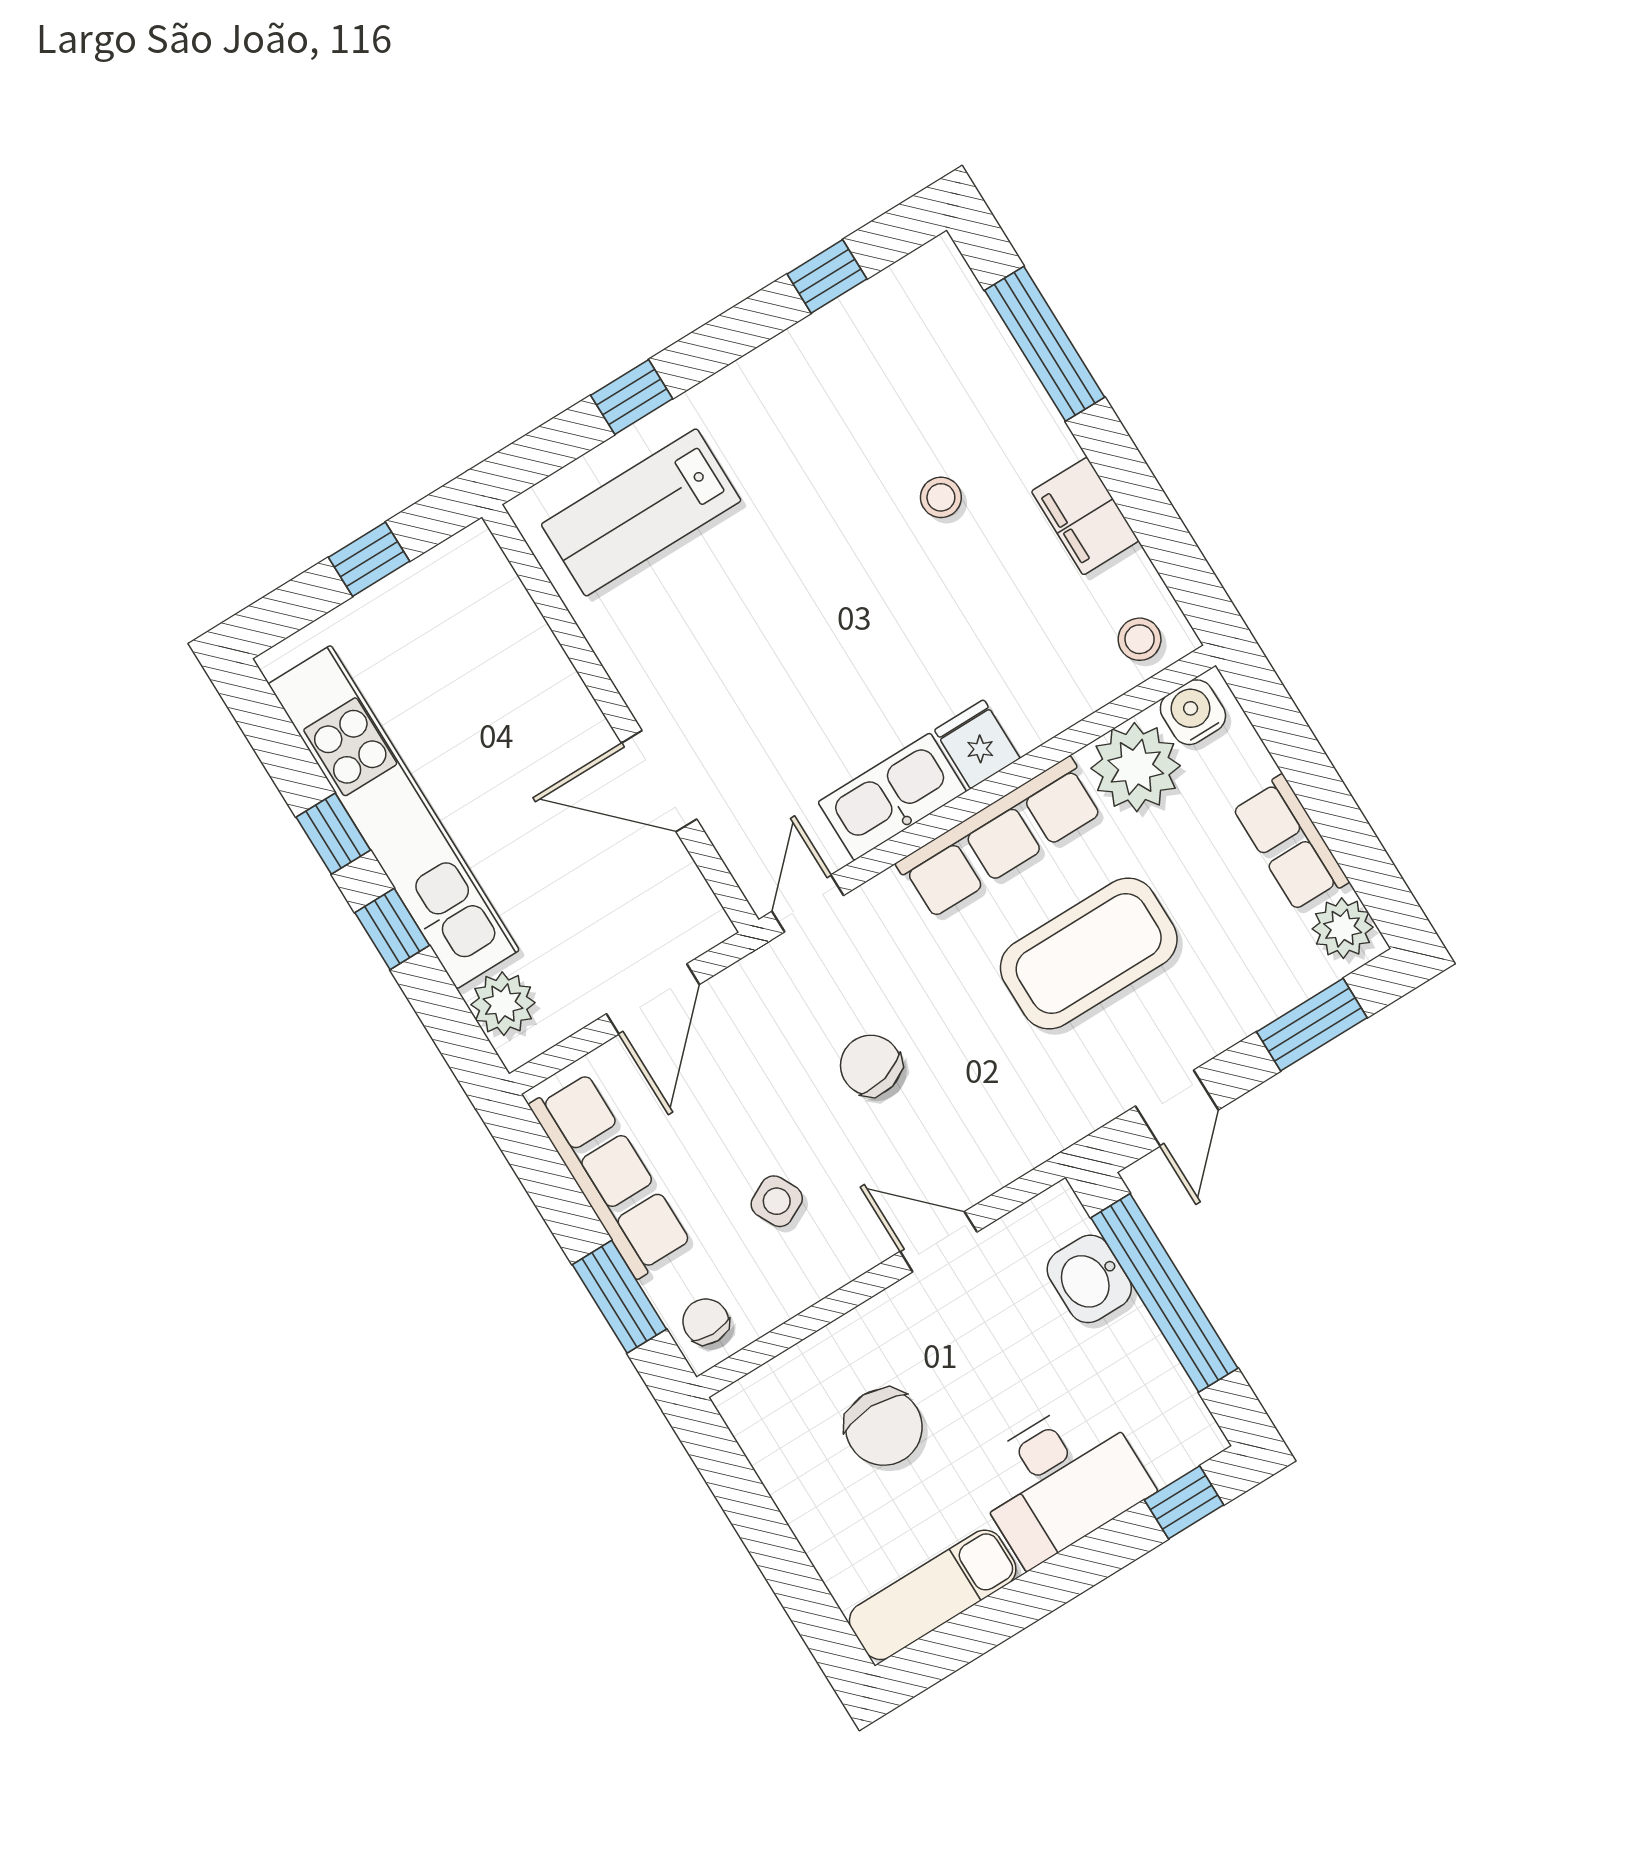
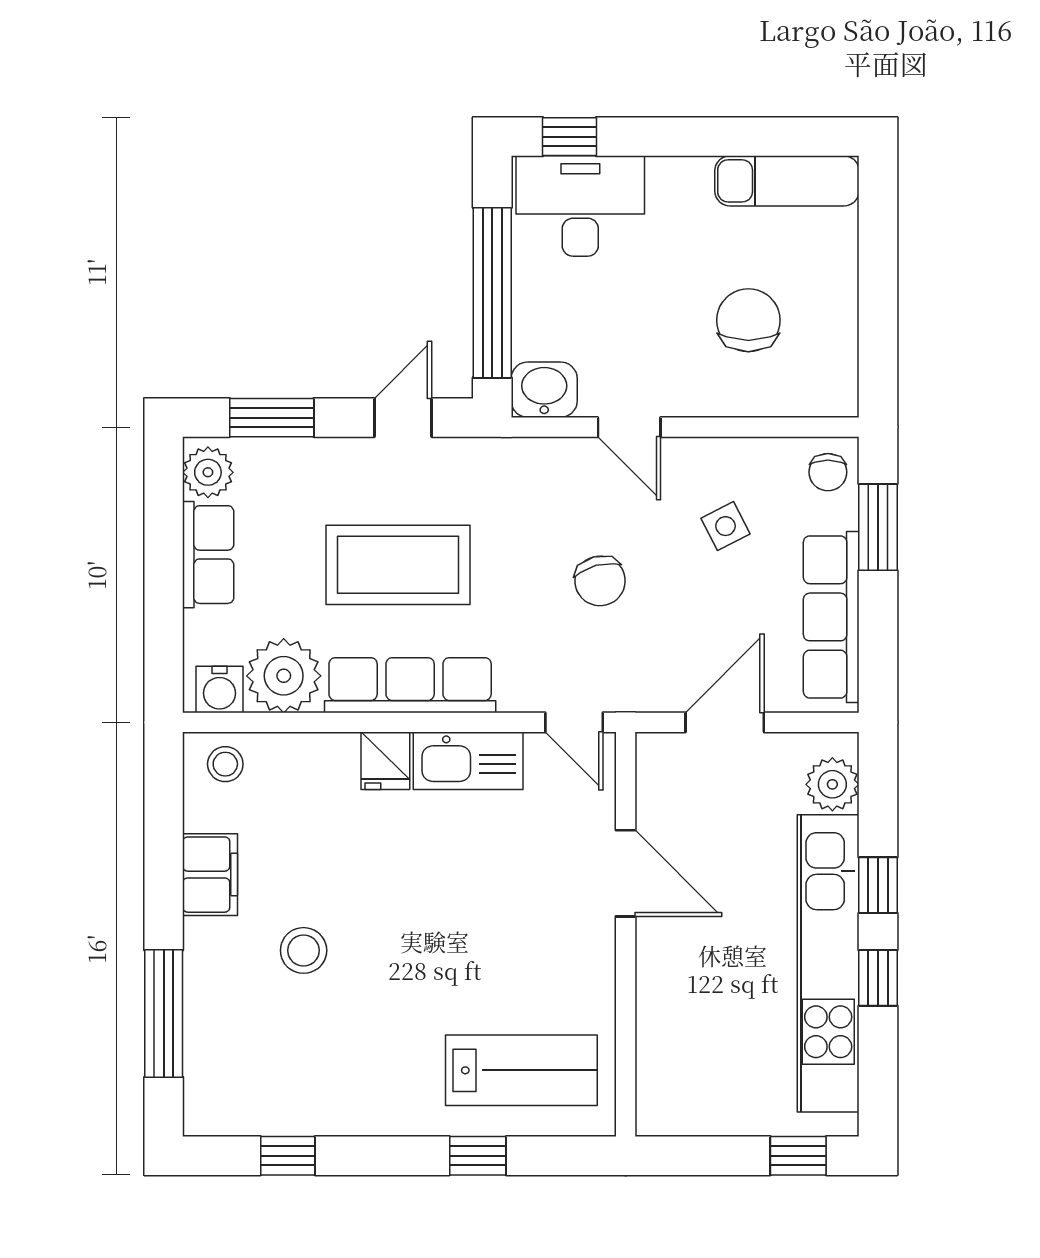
stool: (941, 497) -> (304, 950), width x1.37, depth x1.37
window: (369, 559) -> (798, 1156), moved
door: (808, 903) -> (574, 722), hinge flipped
washbasin: (1089, 1279) -> (544, 390), moved, turned -90
desk: (1060, 1480) -> (580, 206), moved

